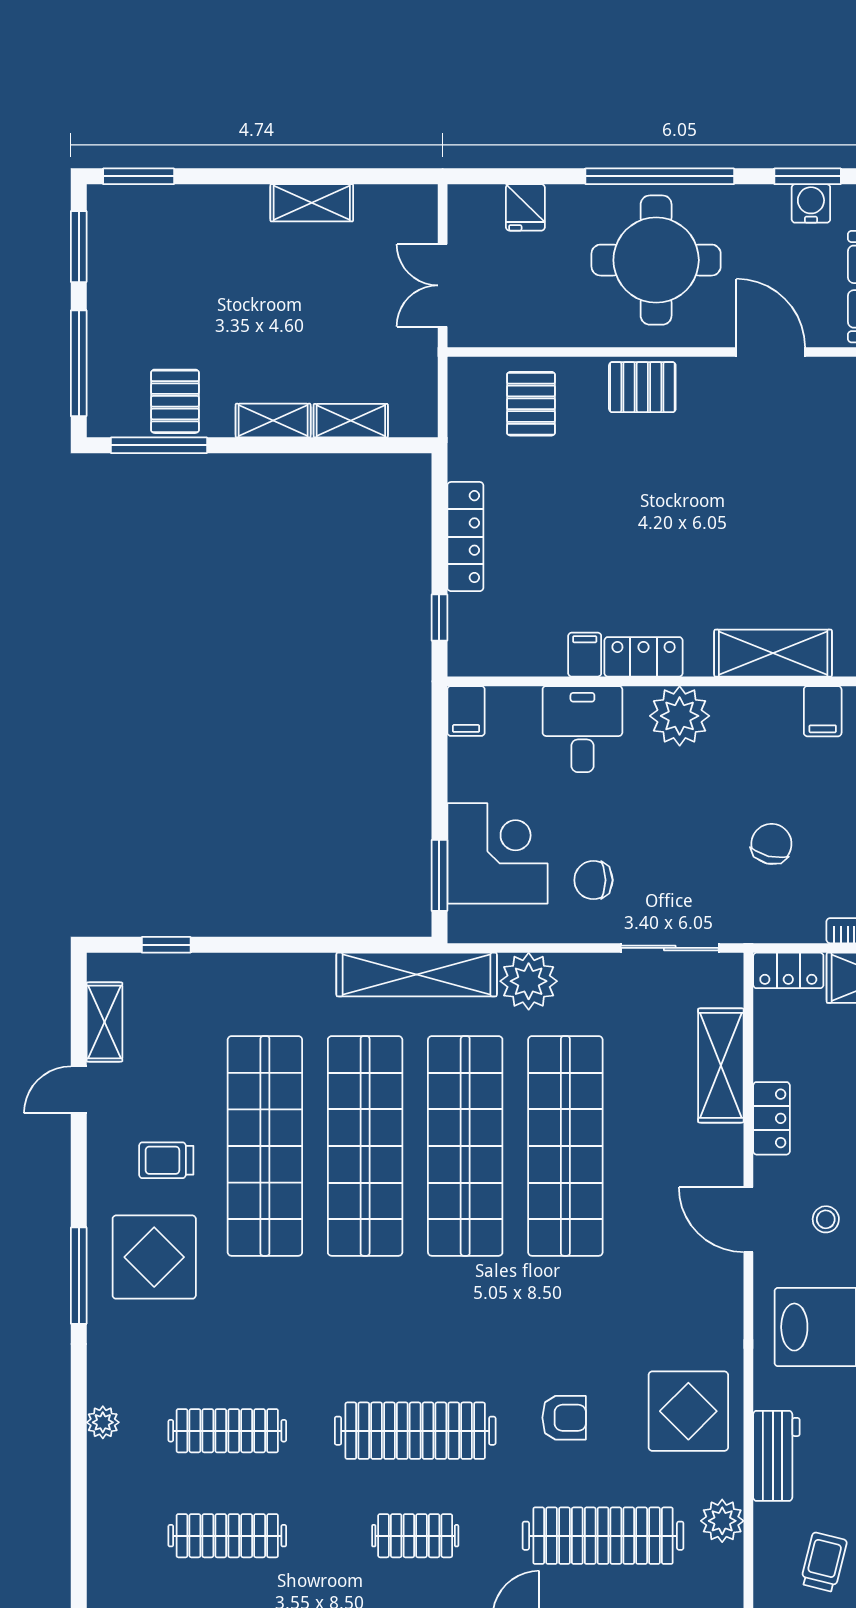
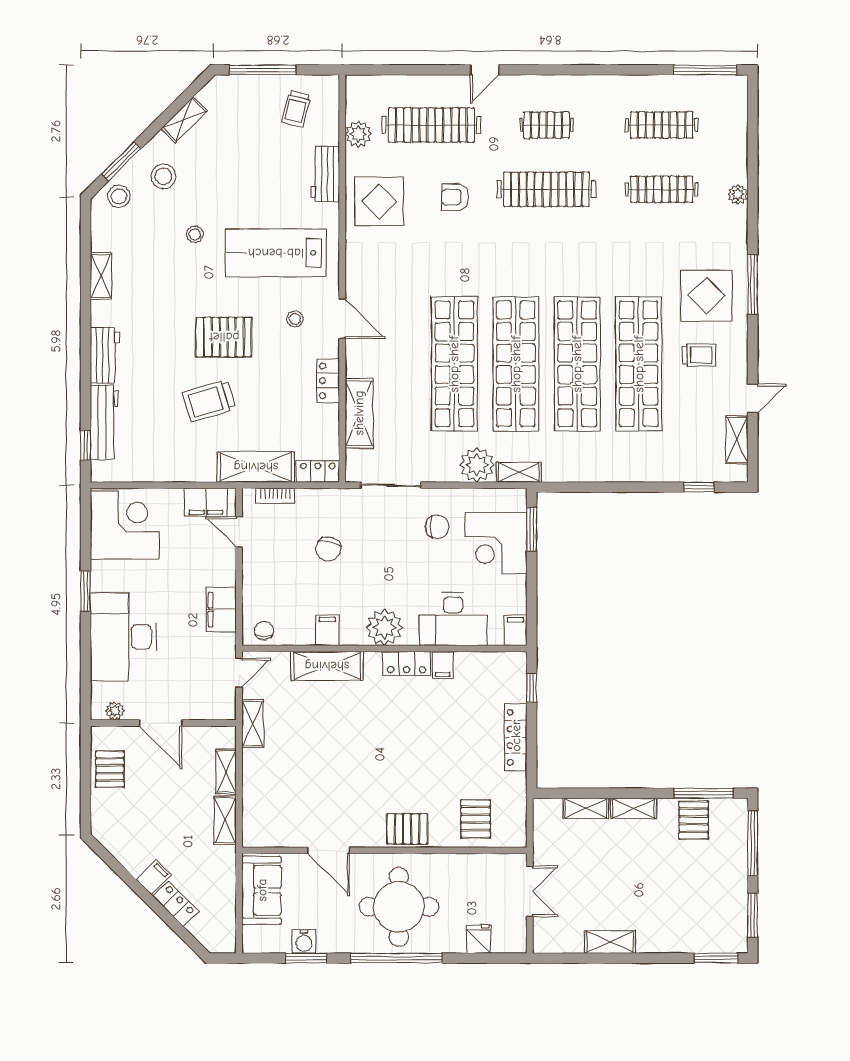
filing cabinet: (823, 711) -> (327, 630), moved
desk: (582, 729) -> (453, 619), width x1.37
shelving: (417, 975) -> (519, 472), width x0.45, depth x0.75

